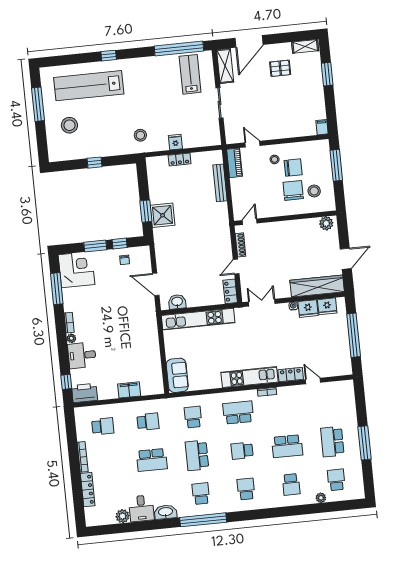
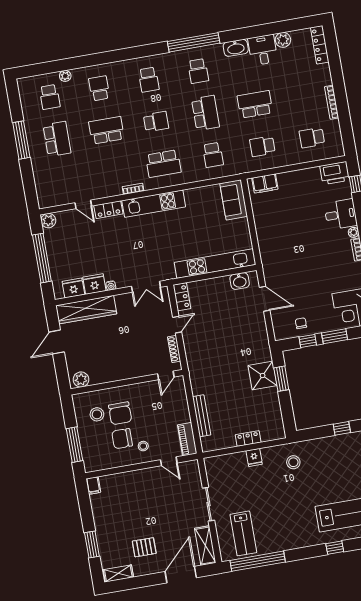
plant: (345, 369) -> (48, 221), added
filing cabinet: (129, 390) -> (265, 183), moved
locker: (88, 490) -> (320, 45), moved

